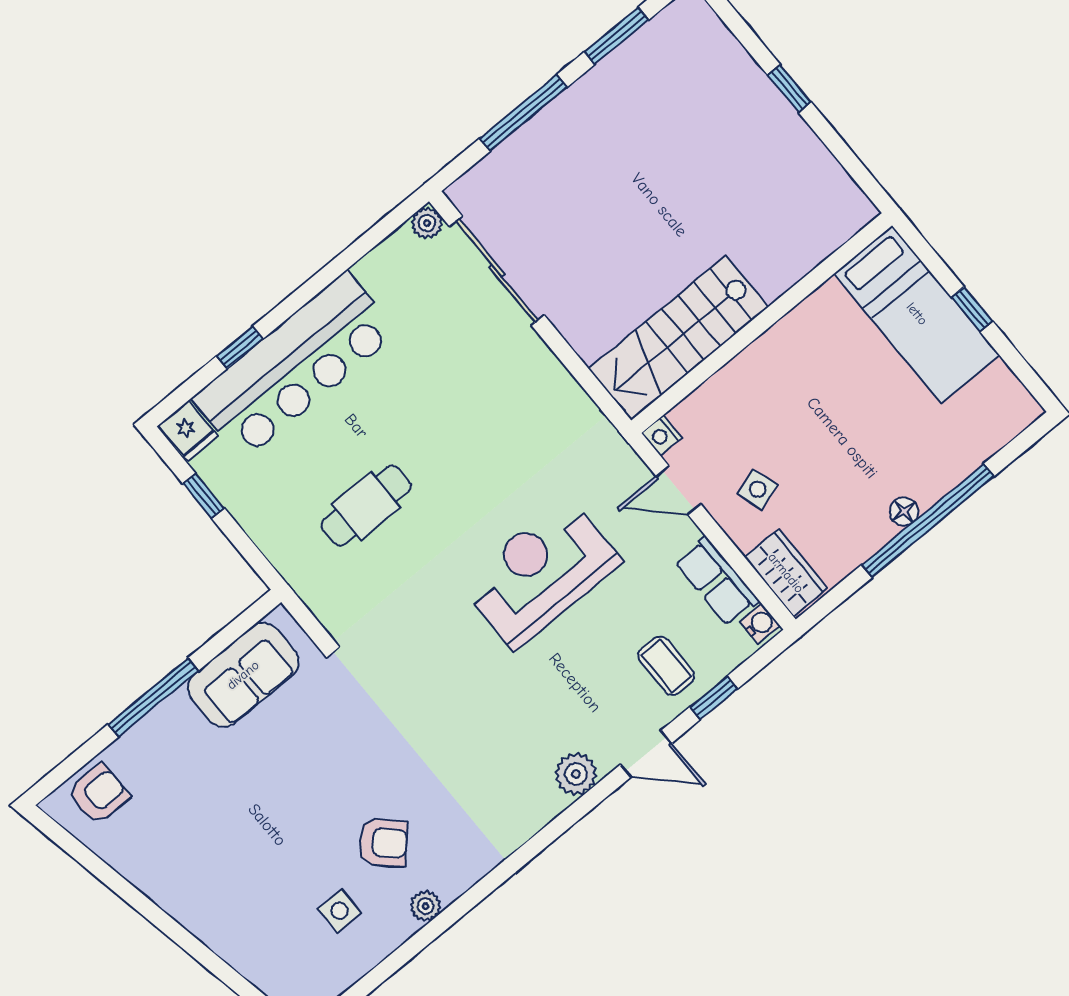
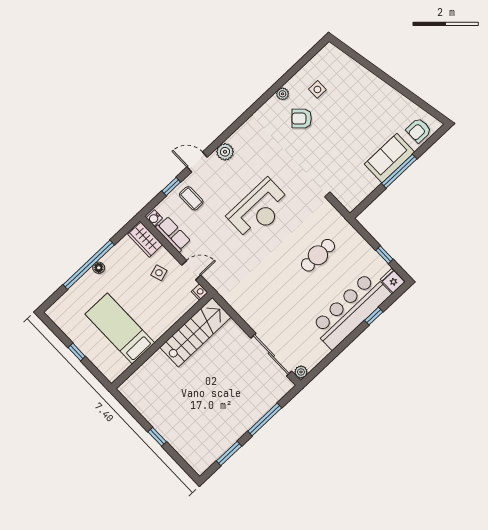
bed: (917, 314) -> (120, 329), moved
reception desk: (540, 572) -> (259, 209), moved
sofa: (243, 675) -> (389, 158), moved

